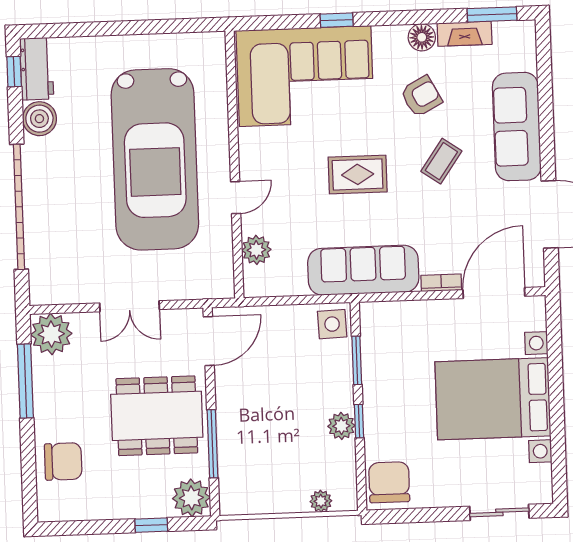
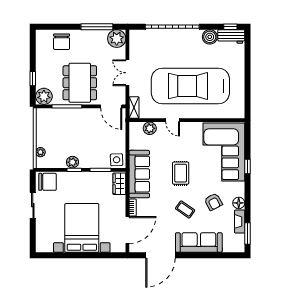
shelving: (210, 288) -> (134, 108), added
door: (494, 293) -> (127, 230), hinge flipped
wardrobe: (387, 316) -> (119, 184), added
sliding door: (499, 512) -> (33, 205), moved

